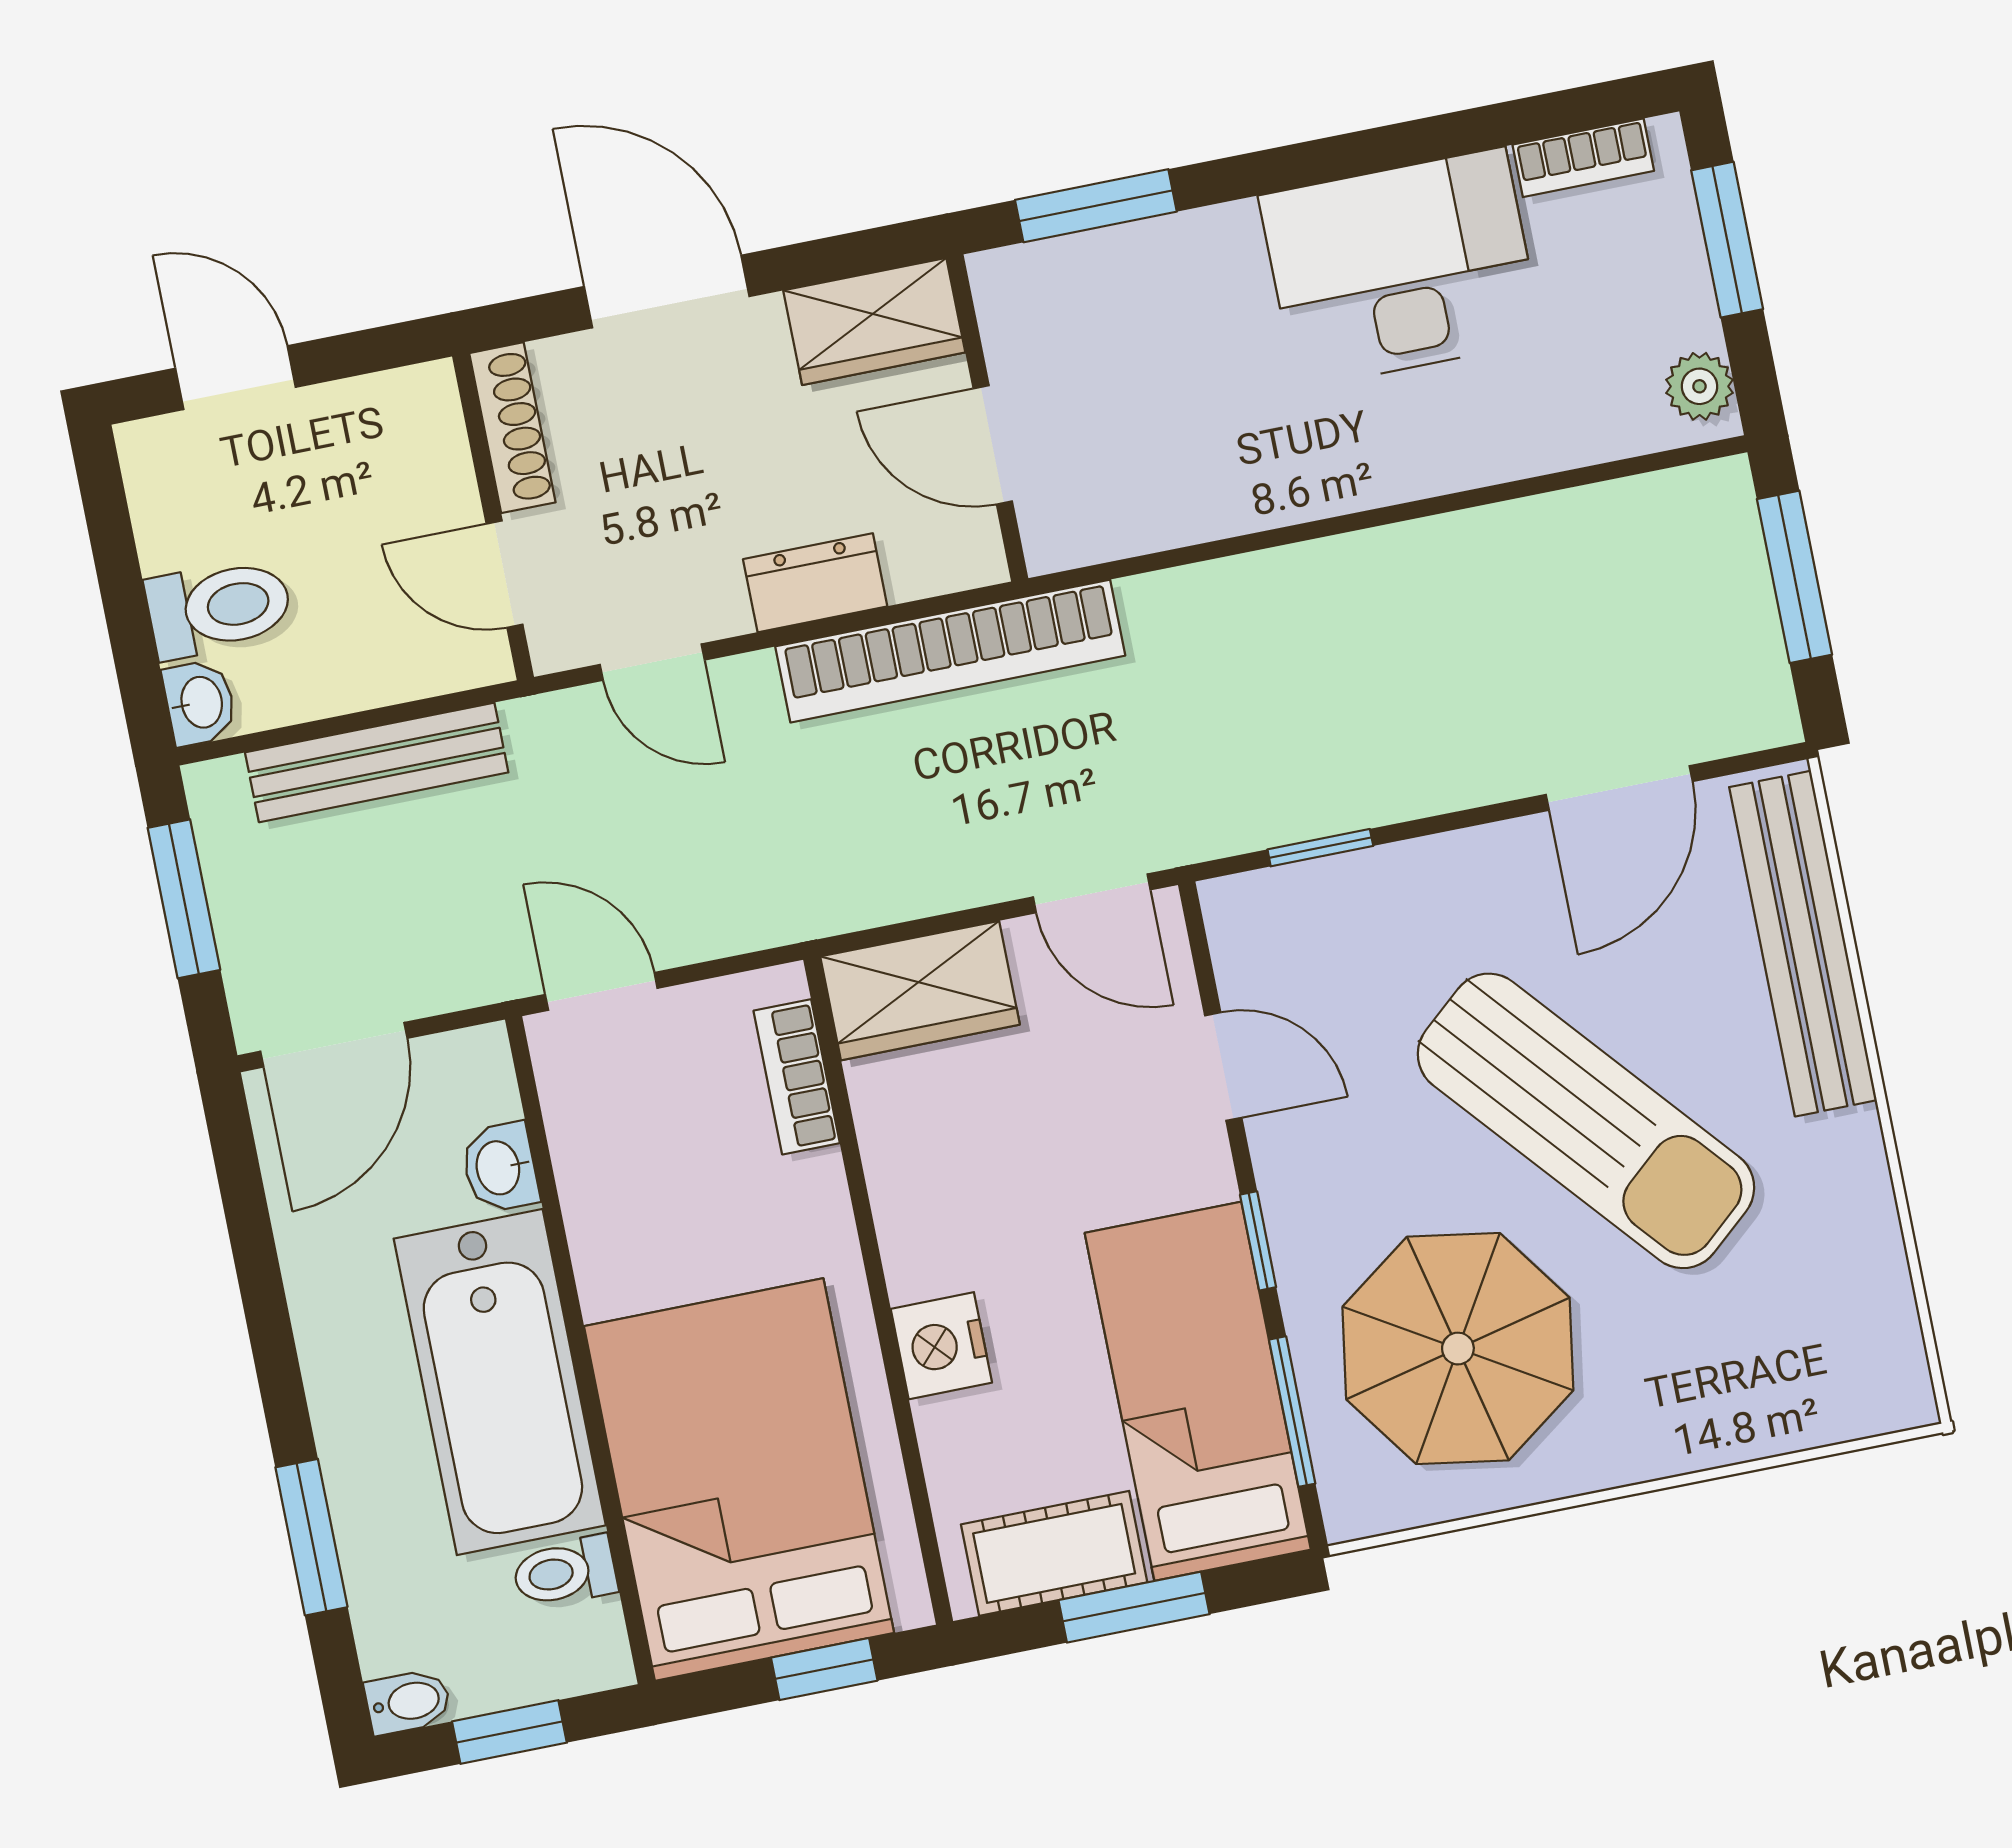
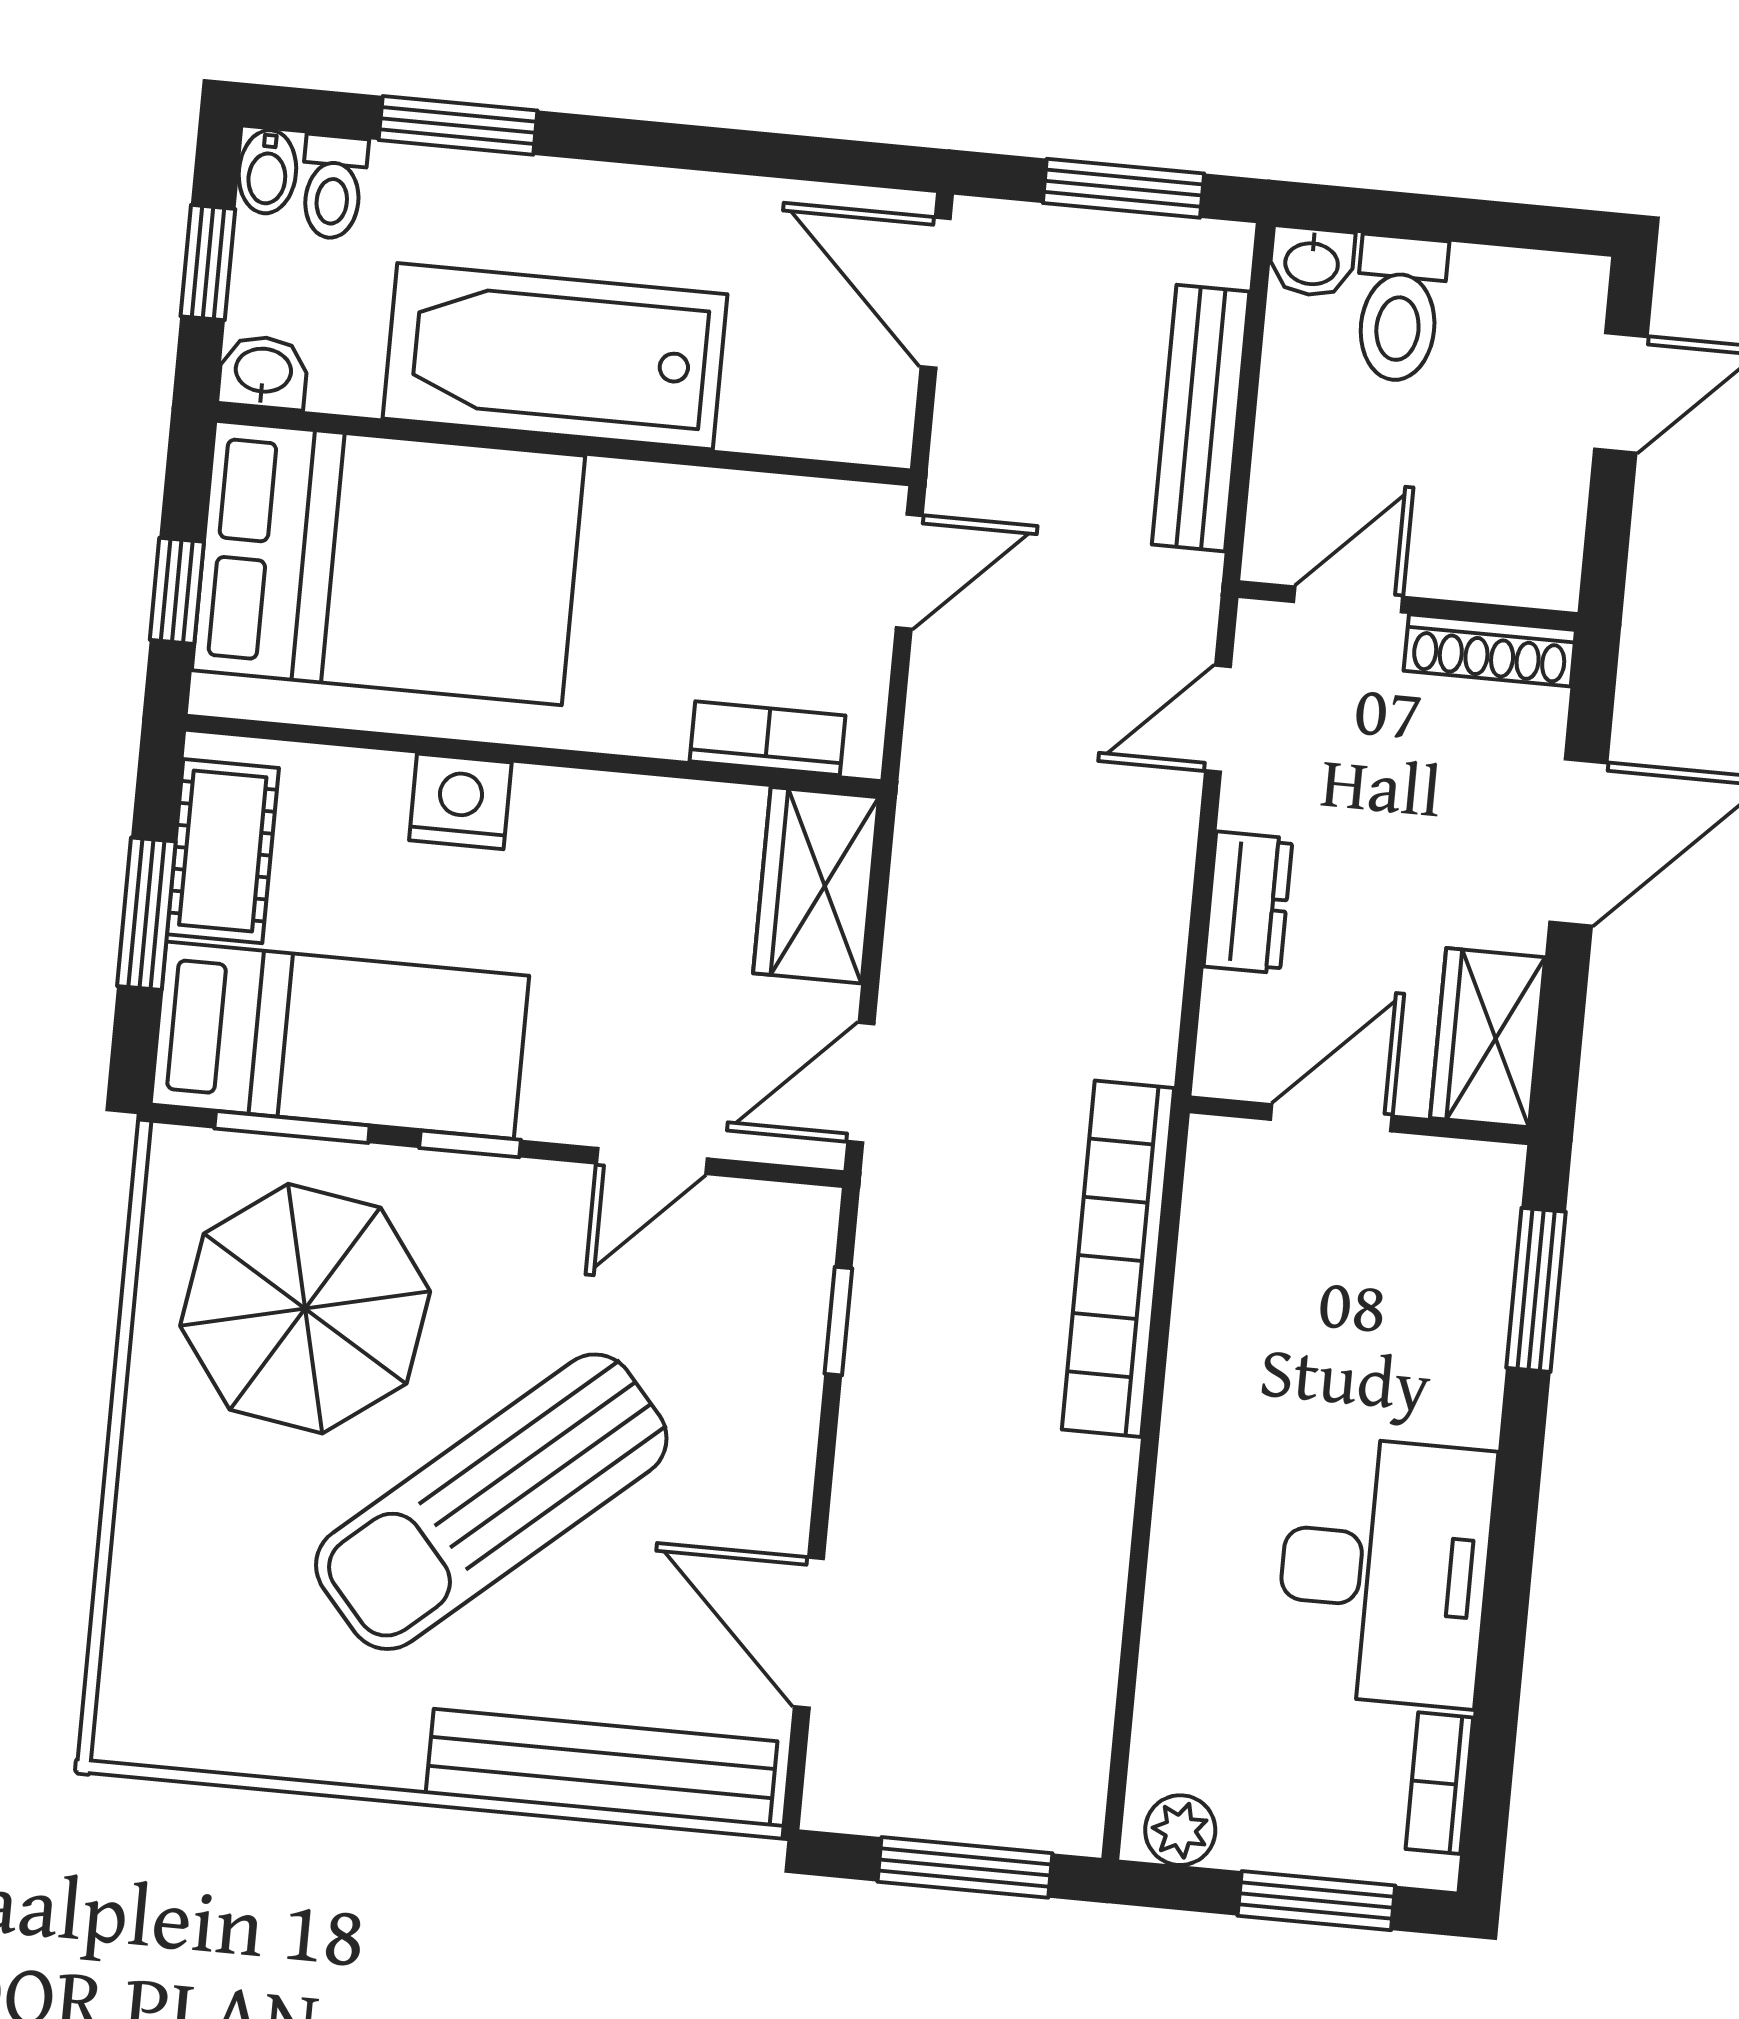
bookcase: (950, 651) -> (1118, 1259), moved
washbasin: (500, 1167) -> (263, 372), moved
toilet: (565, 1572) -> (333, 187), moved, turned 180

